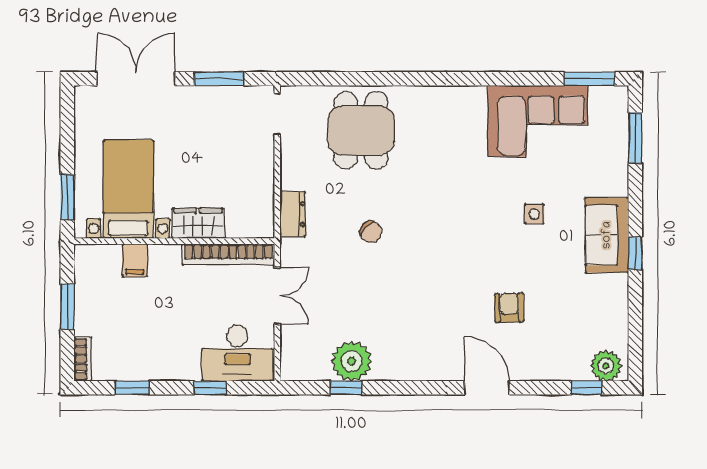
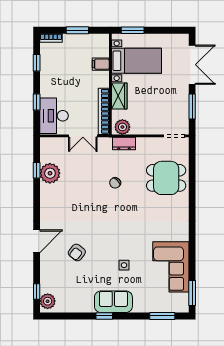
plant: (260, 217) -> (122, 127), added
armchair: (509, 308) -> (77, 252), turned 130

